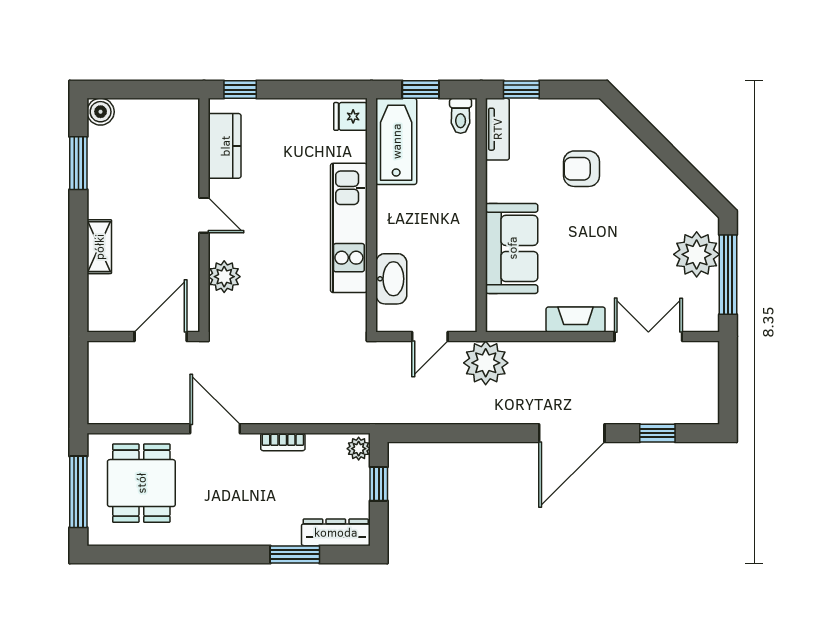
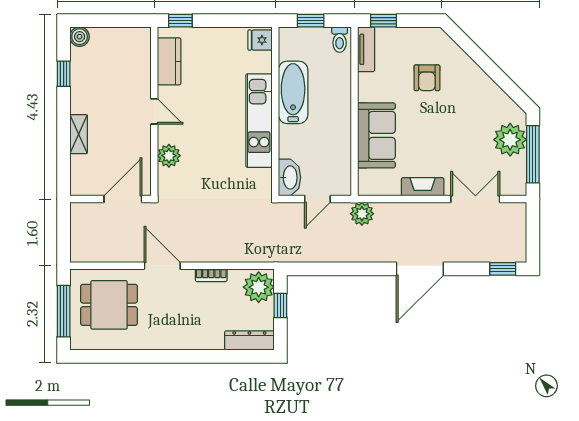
bathtub: (396, 141) -> (293, 92), moved
window: (78, 163) -> (64, 74), width x0.67
armchair: (582, 169) -> (427, 78), turned -90
washbasin: (391, 279) -> (289, 177), moved
plant: (486, 363) -> (362, 214), width x0.73, depth x0.73
window: (657, 433) -> (503, 269), moved
plant: (359, 449) -> (259, 287), width x1.87, depth x1.87
dining table: (141, 483) -> (109, 305), turned 90
window: (295, 554) -> (220, 356), removed

